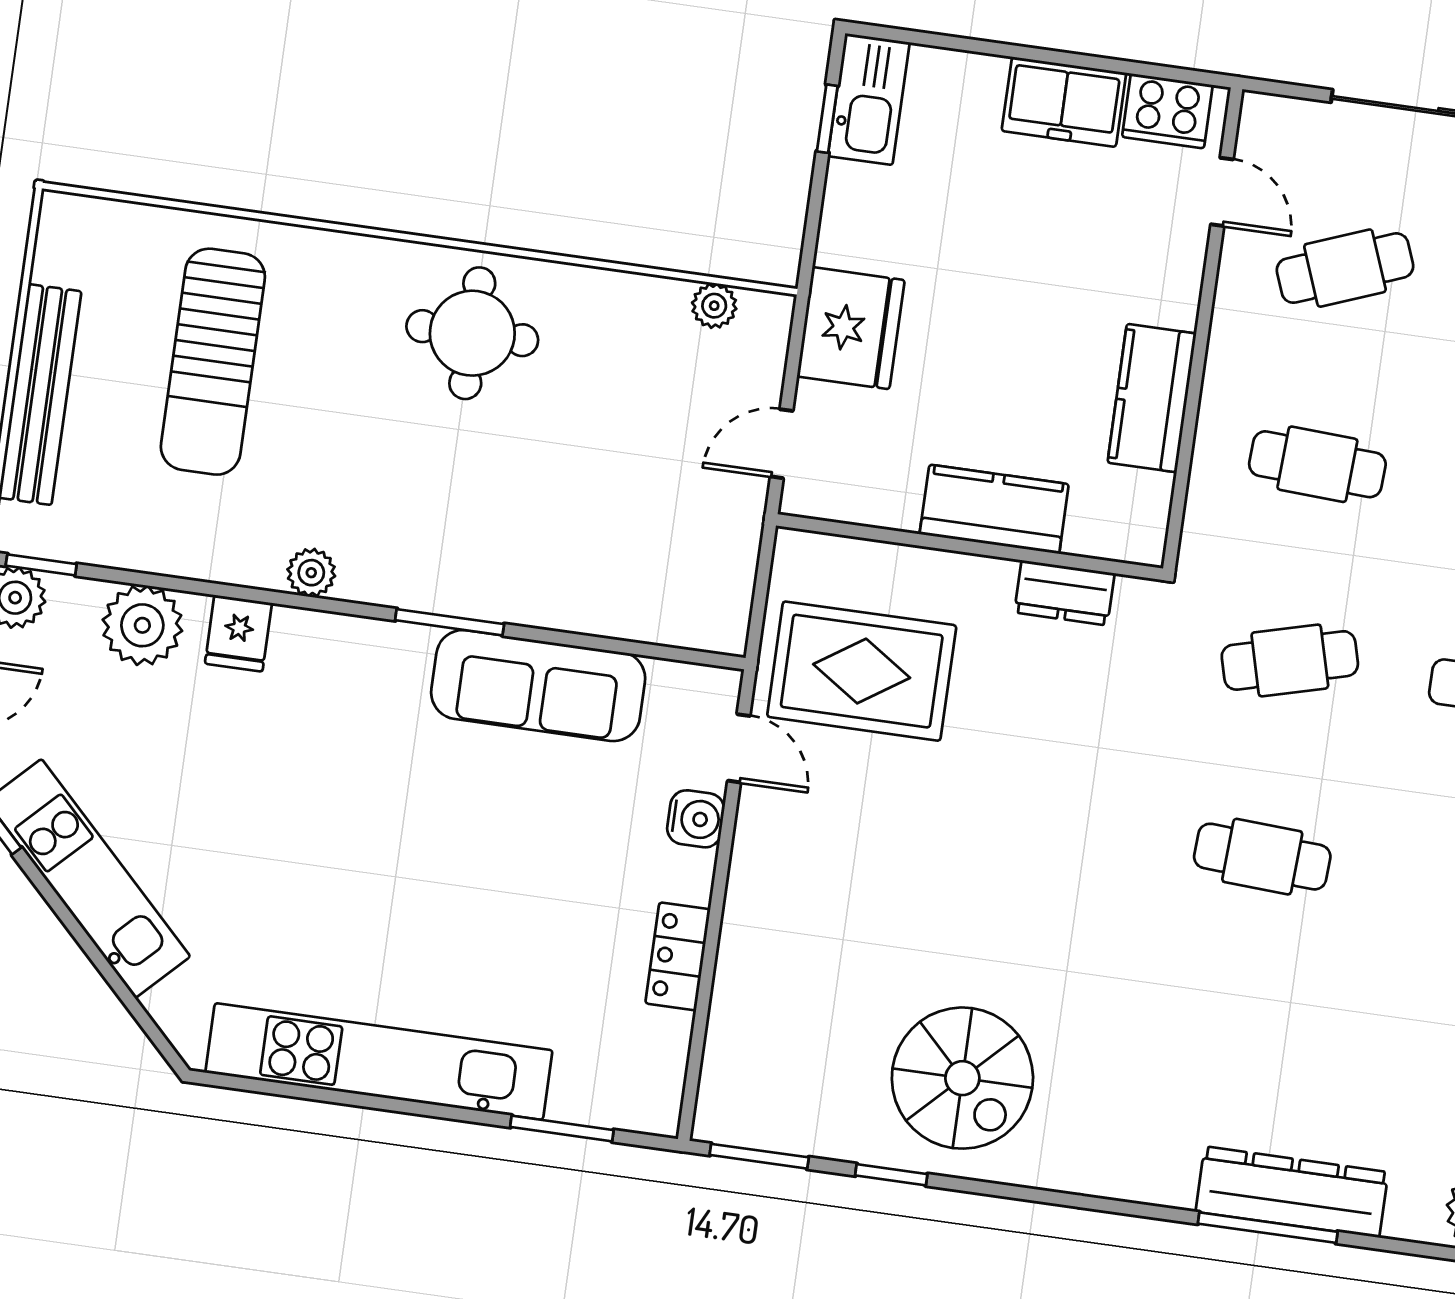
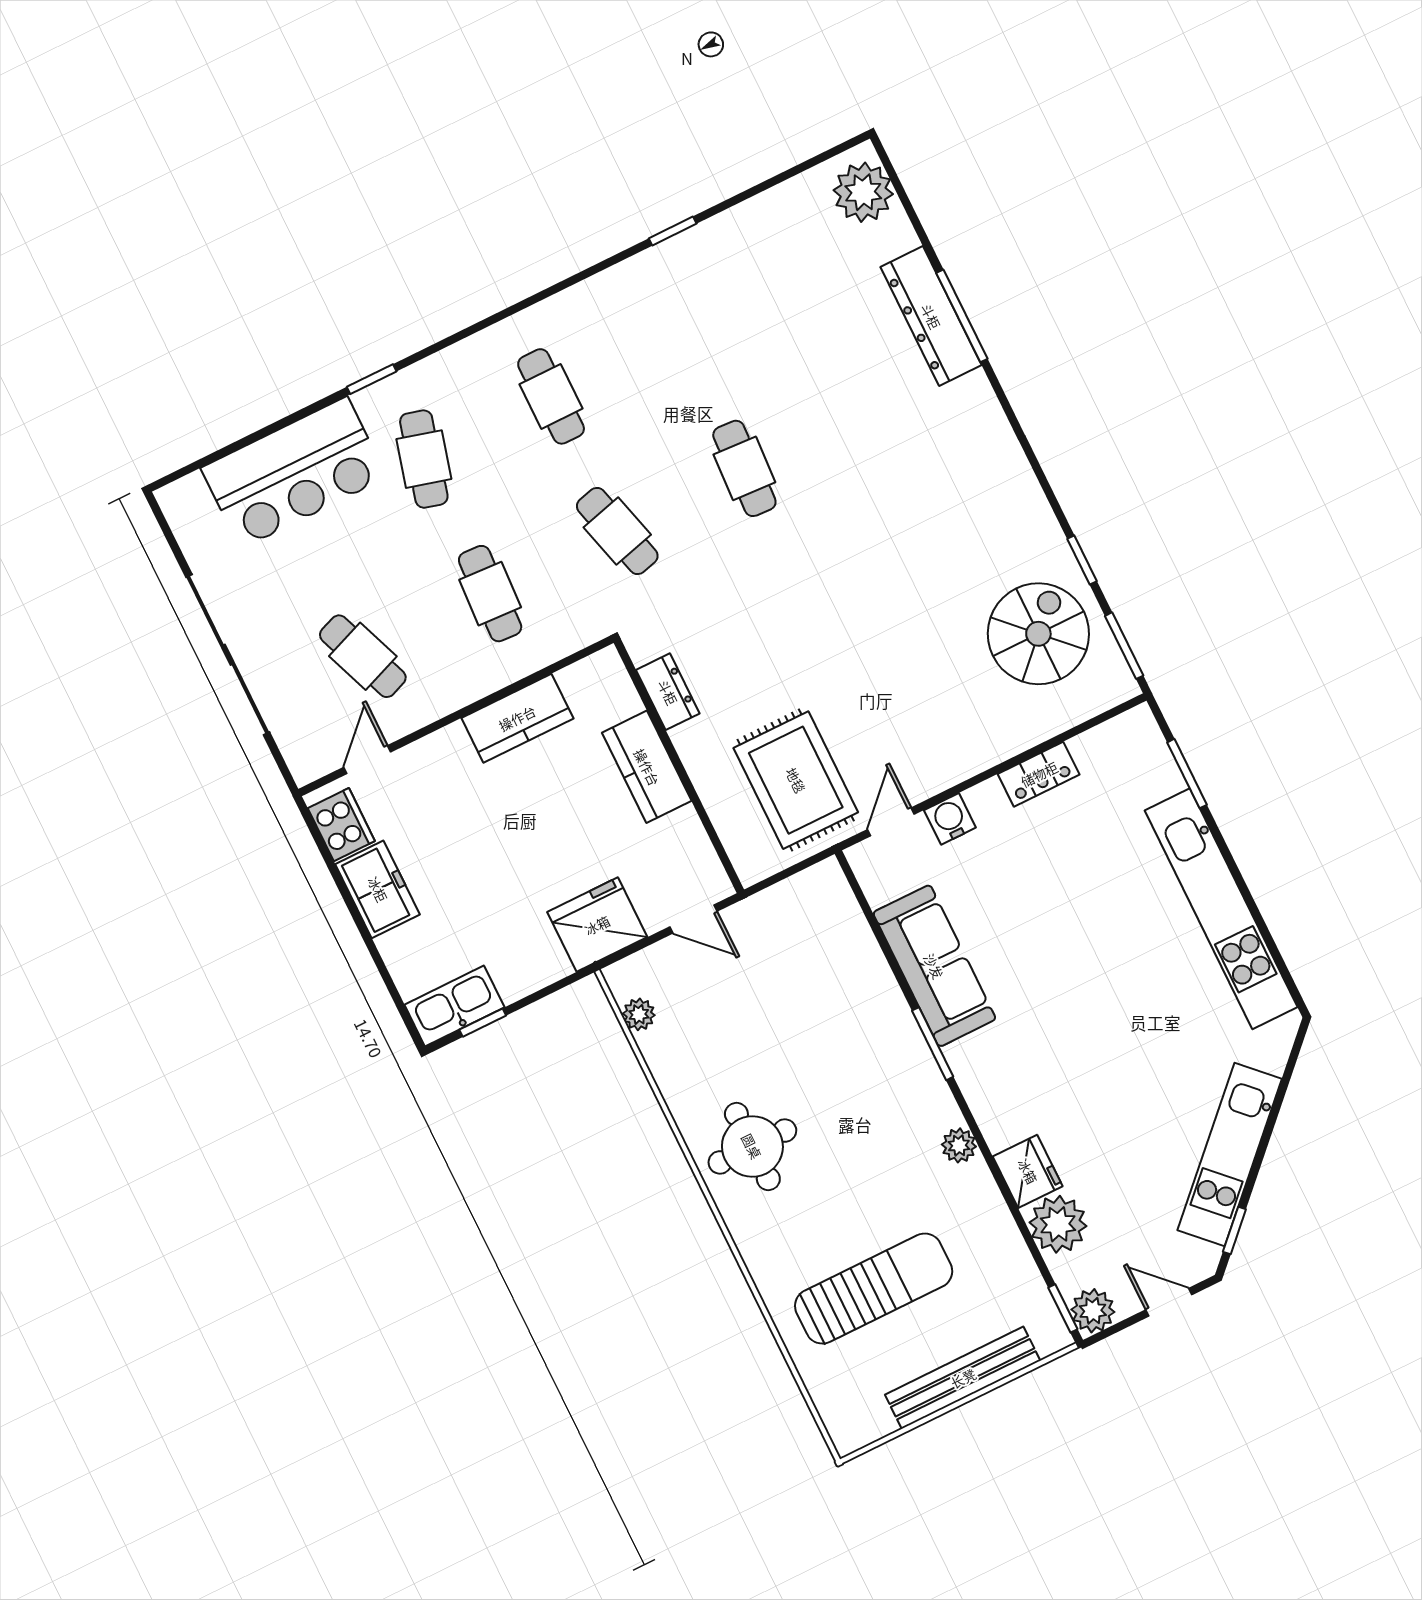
fridge: (238, 633) -> (1028, 1171), width x1.38
spiral stairs: (962, 1078) -> (1038, 634), moved

